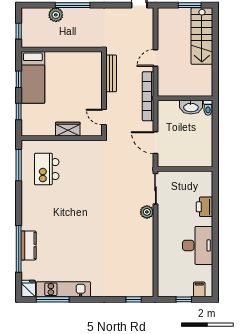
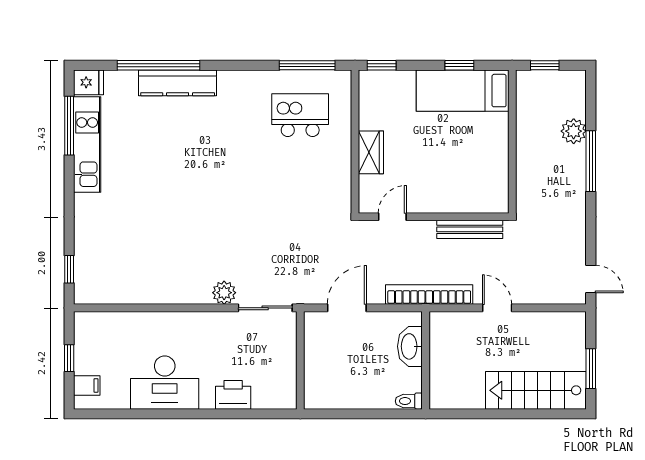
washbasin: (191, 107) -> (410, 346), moved
window: (19, 112) -> (382, 65), moved
kitchen counter: (28, 245) -> (178, 83), width x1.50

